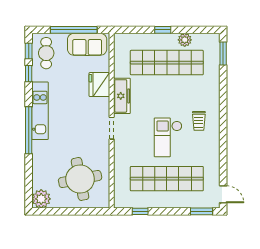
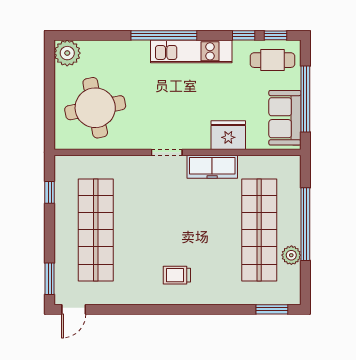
window: (163, 30) -> (305, 224), width x3.17
checkout: (168, 137) -> (154, 232), removed

